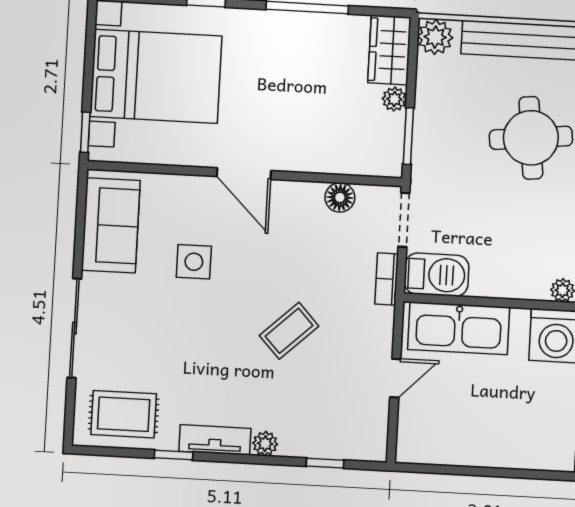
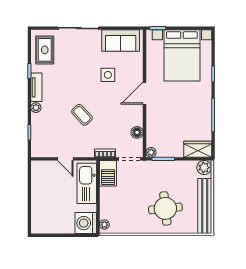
plant: (394, 99) -> (151, 152), moved

